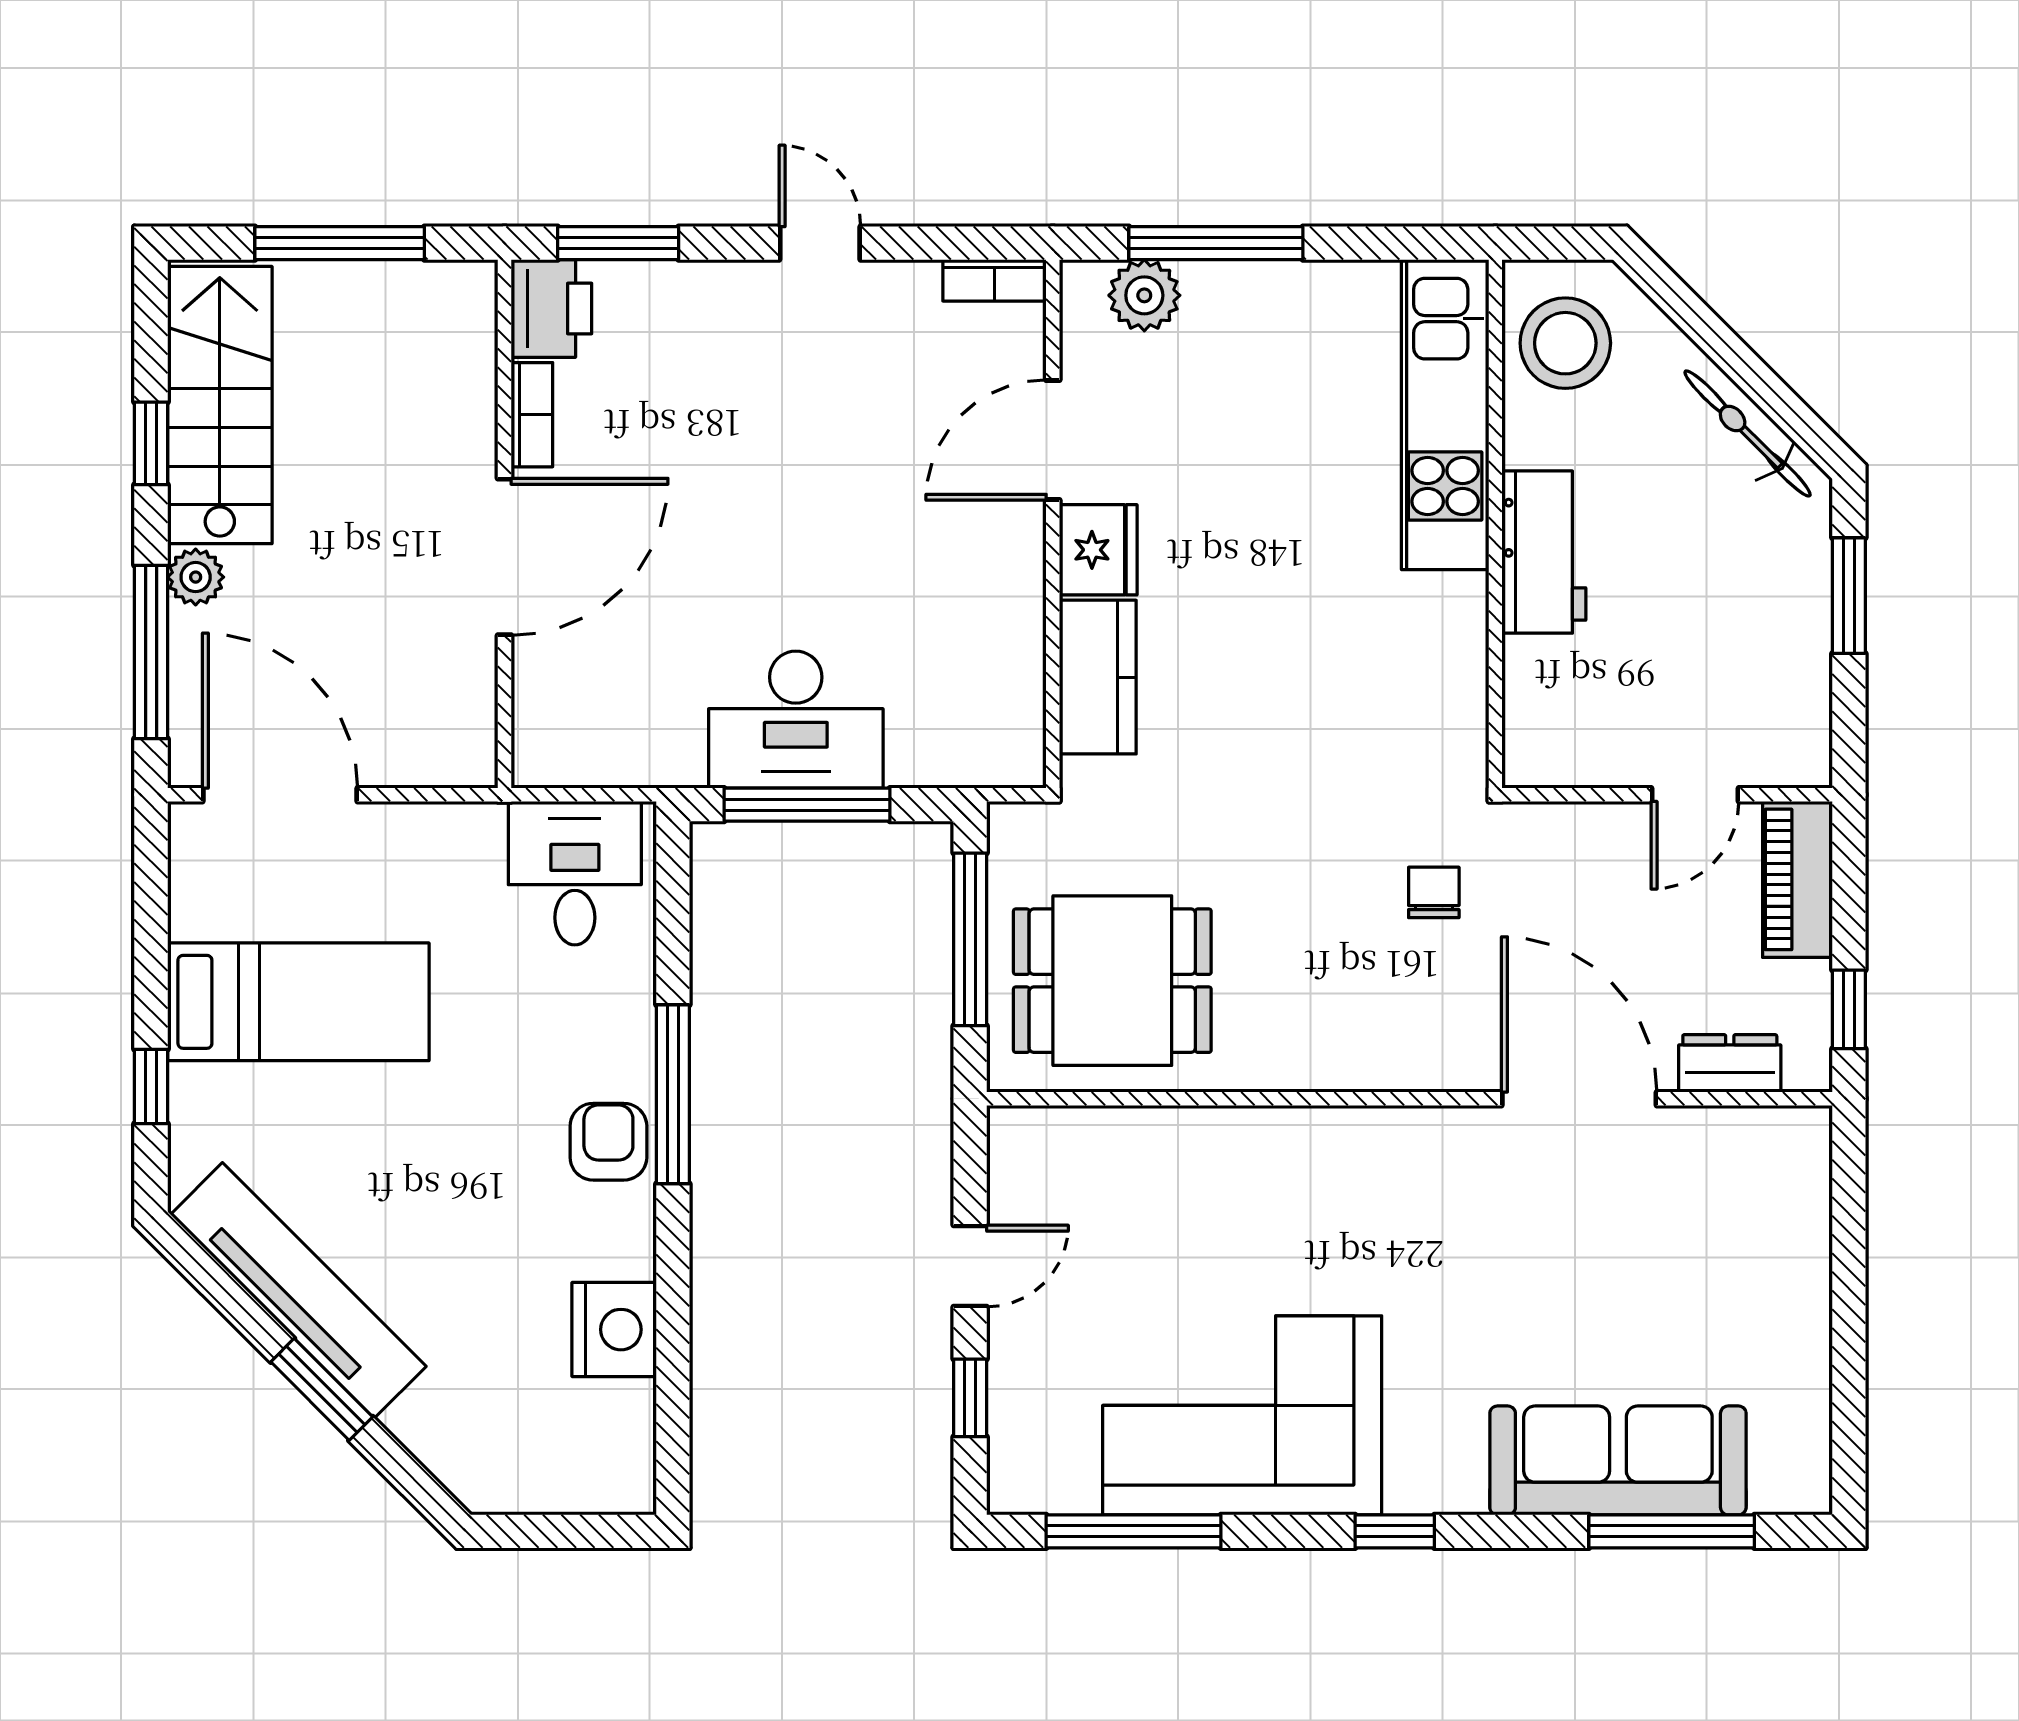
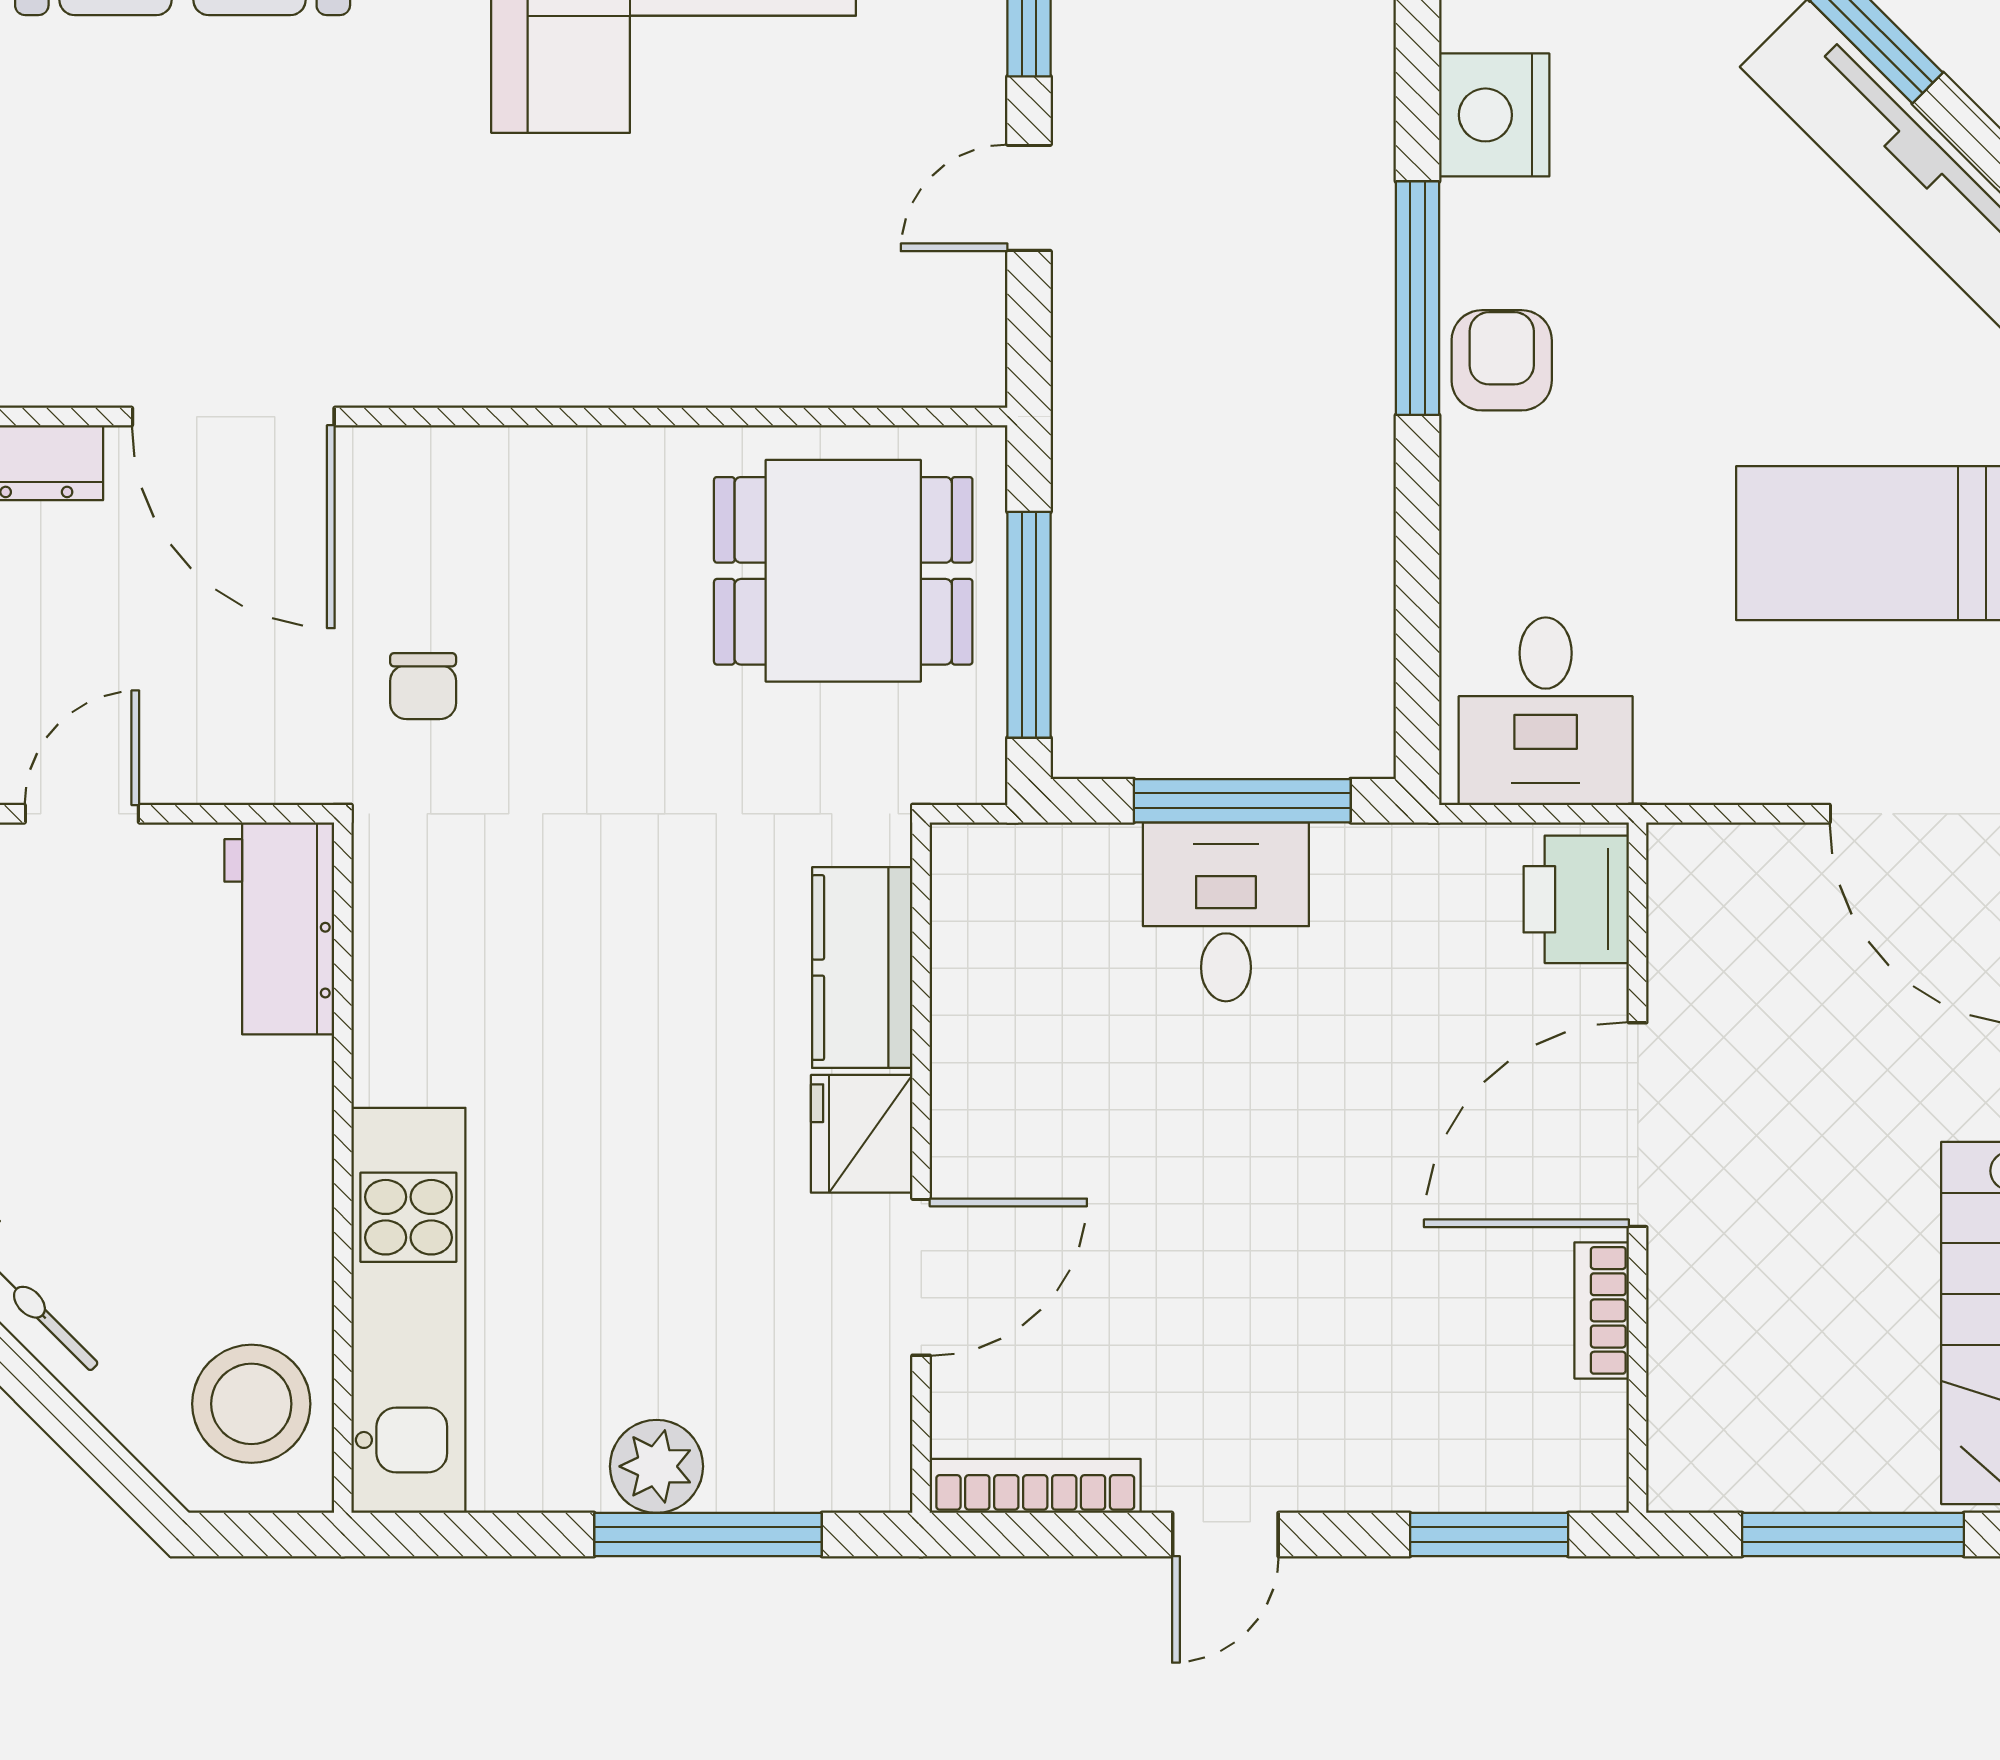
door: (820, 243) -> (1225, 1534), hinge flipped
bookcase: (994, 280) -> (1035, 1486), width x1.56
plant: (1144, 295) -> (656, 1466), moved
printer: (551, 309) -> (1576, 899), moved
workbench: (1544, 552) -> (279, 928), moved
desk: (796, 720) -> (1226, 912), width x0.73
window: (673, 1094) -> (1417, 298), moved
armchair: (608, 1142) -> (1502, 360), turned 180

